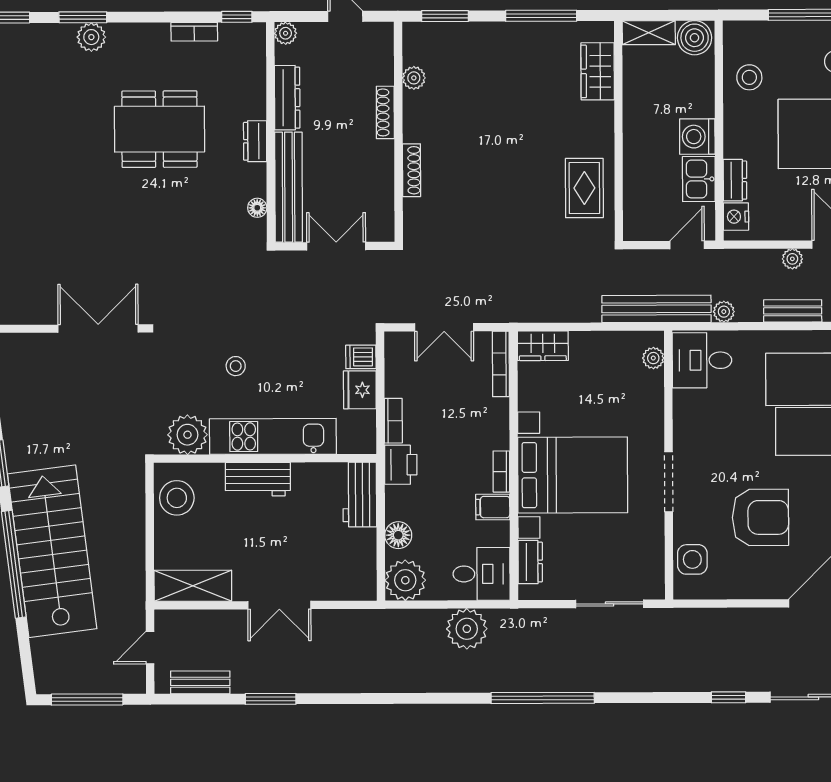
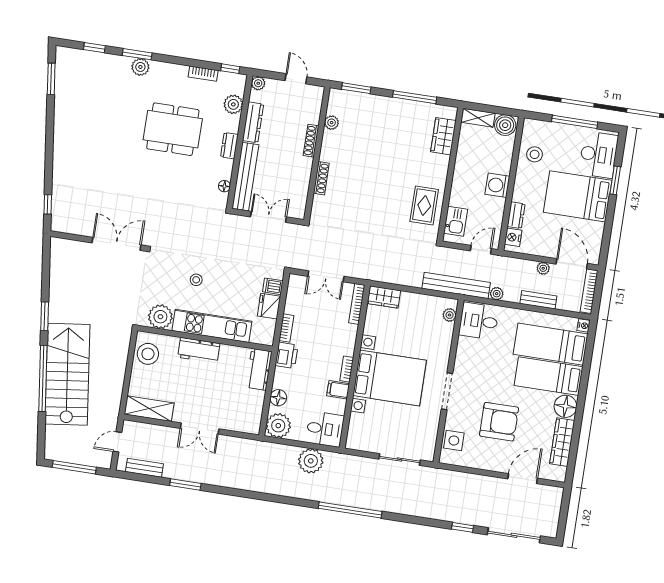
plant: (251, 74) -> (233, 104), added
kitchen sink: (699, 179) -> (456, 221), moved, turned 180
dresser: (530, 562) -> (356, 427), removed

